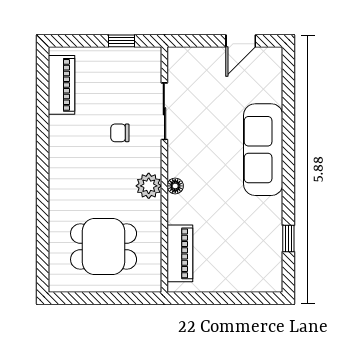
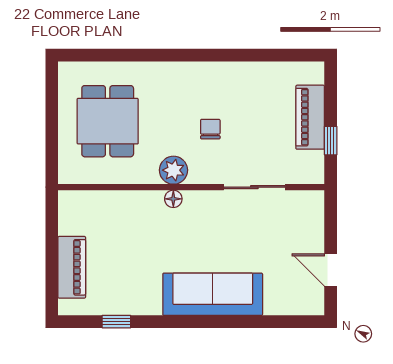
piano: (62, 85) -> (310, 117), moved, turned 90
chair: (120, 133) -> (210, 129), moved
piano: (180, 253) -> (72, 267), moved, turned -90

